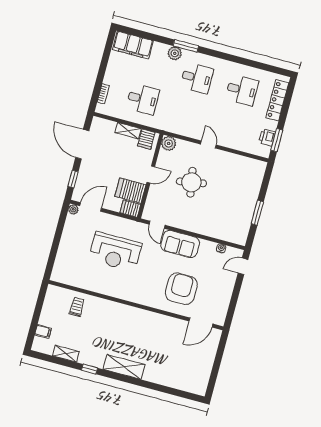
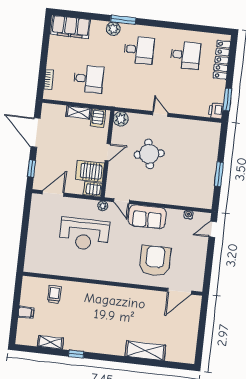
printer: (267, 137) -> (216, 111), moved
plant: (73, 209) -> (103, 206), moved
filing cabinet: (43, 331) -> (26, 312), moved
shelving: (124, 367) -> (145, 351), moved

